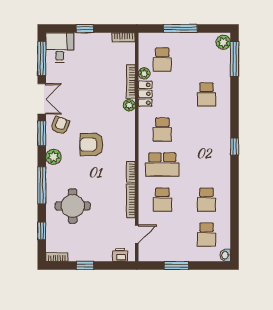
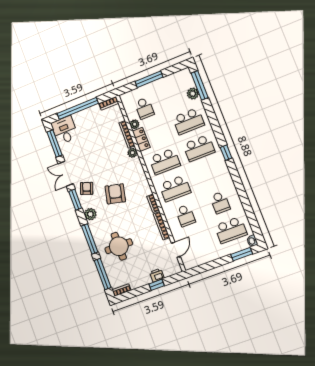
window: (85, 28) -> (78, 108), width x3.17
plant: (223, 42) -> (193, 94), moved
school desk: (207, 95) -> (188, 121), width x1.85
double door: (42, 99) -> (66, 174), swing flipped
school desk: (162, 130) -> (165, 161), width x1.85
school desk: (207, 130) -> (199, 148), added
armchair: (91, 145) -> (115, 194), turned 103
window: (42, 231) -> (103, 274), width x2.17
school desk: (207, 235) -> (231, 230), width x1.85
printer: (120, 255) -> (157, 275), moved
window: (85, 266) -> (157, 285), moved
window: (176, 266) -> (242, 254), moved

